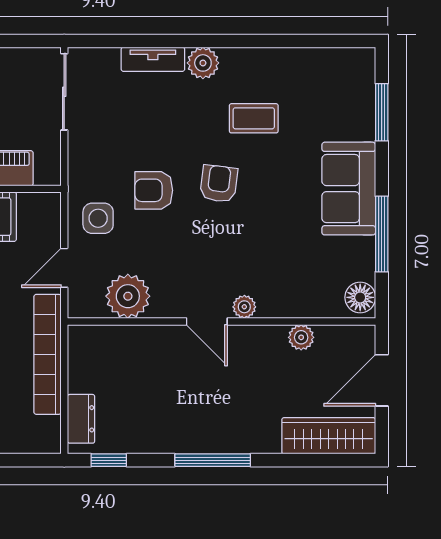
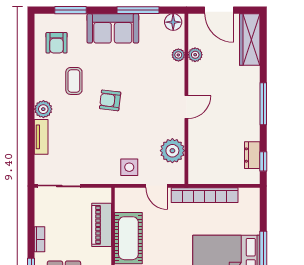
armchair: (154, 190) -> (57, 43), moved
plant: (244, 307) -> (178, 55), moved
dresser: (81, 419) -> (252, 155), moved, turned -90

